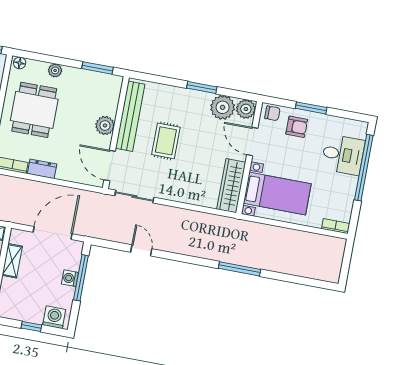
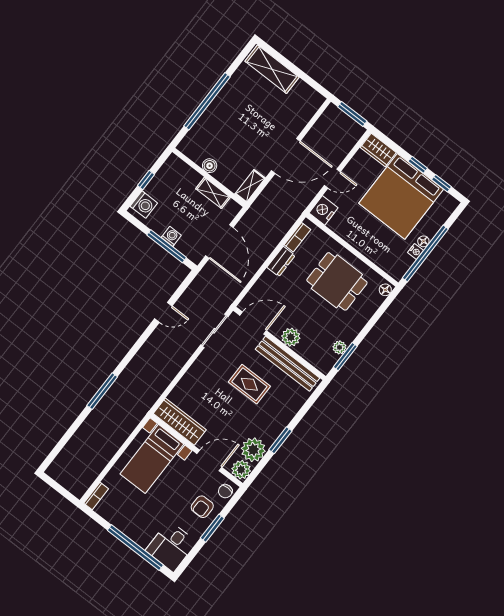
plant: (55, 70) -> (339, 347), moved
desk: (343, 155) -> (171, 546), moved

